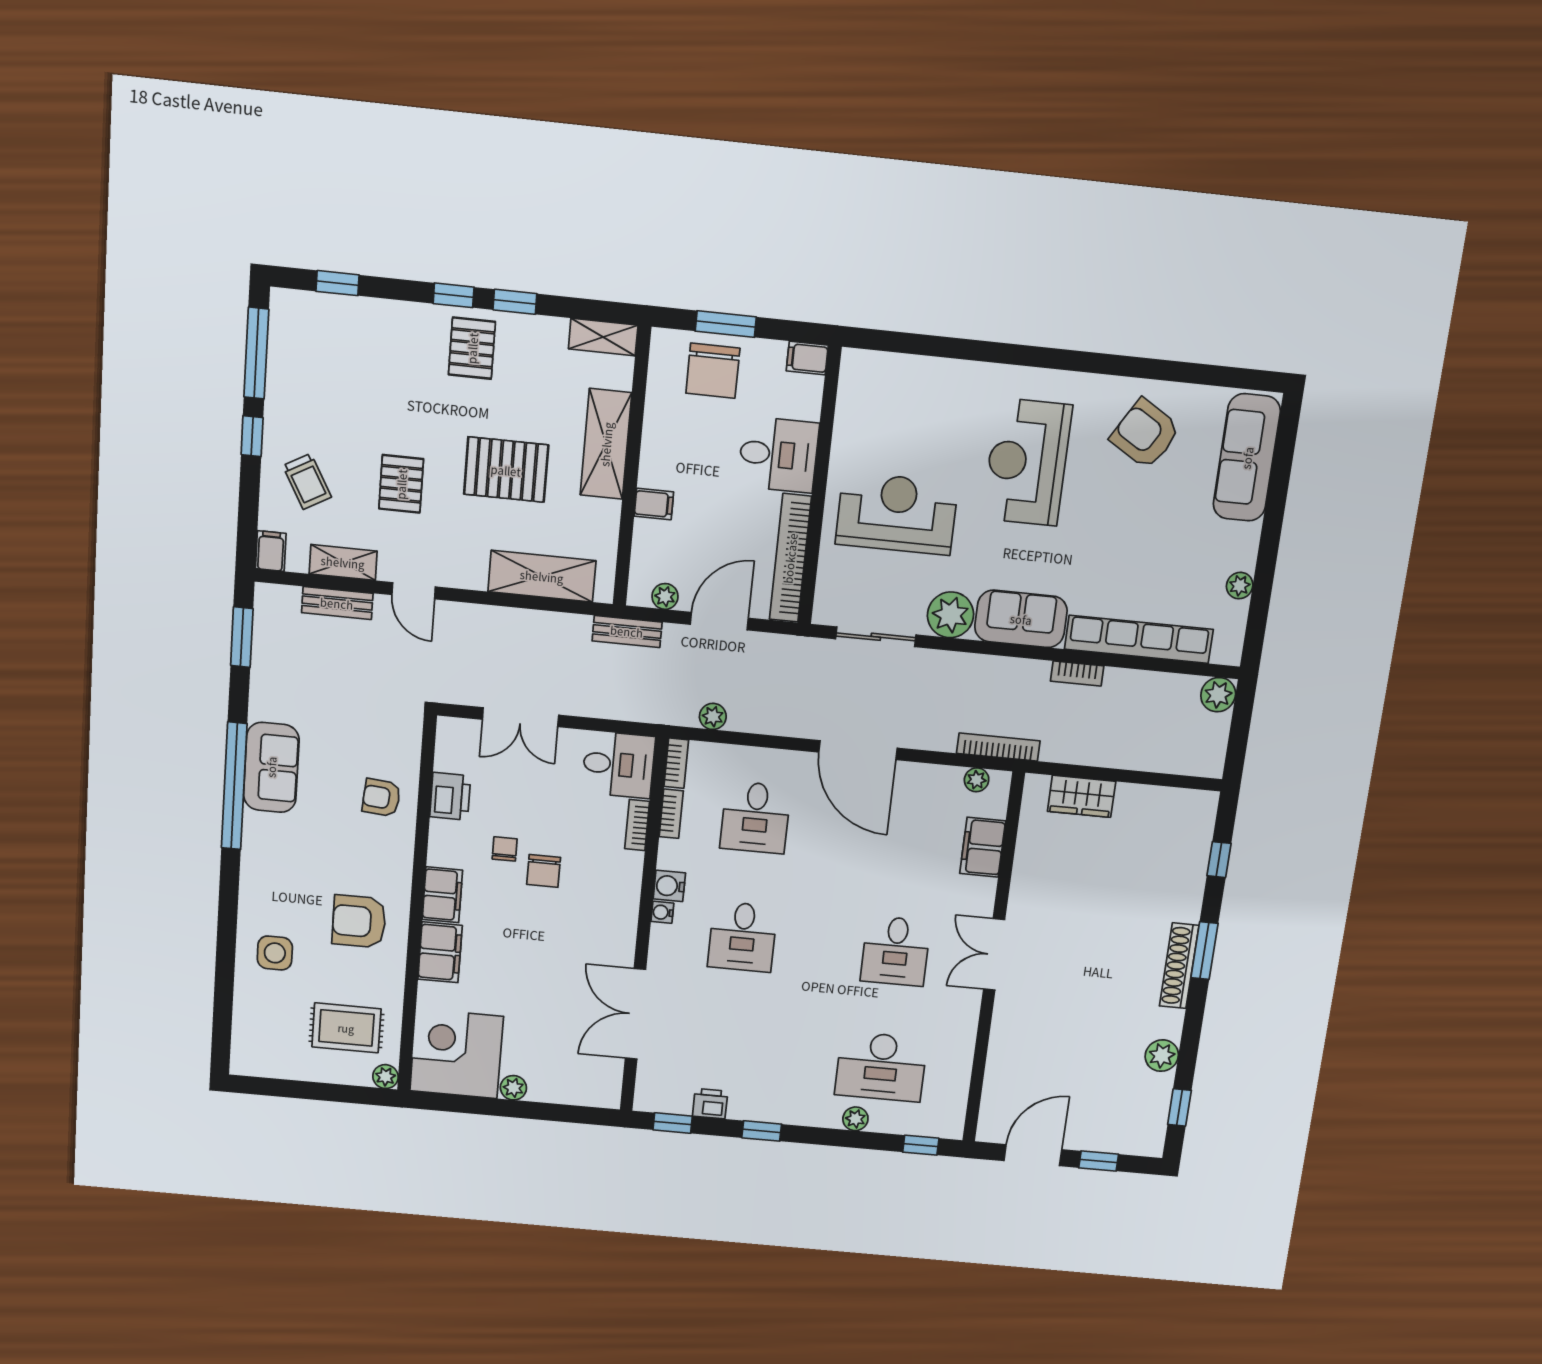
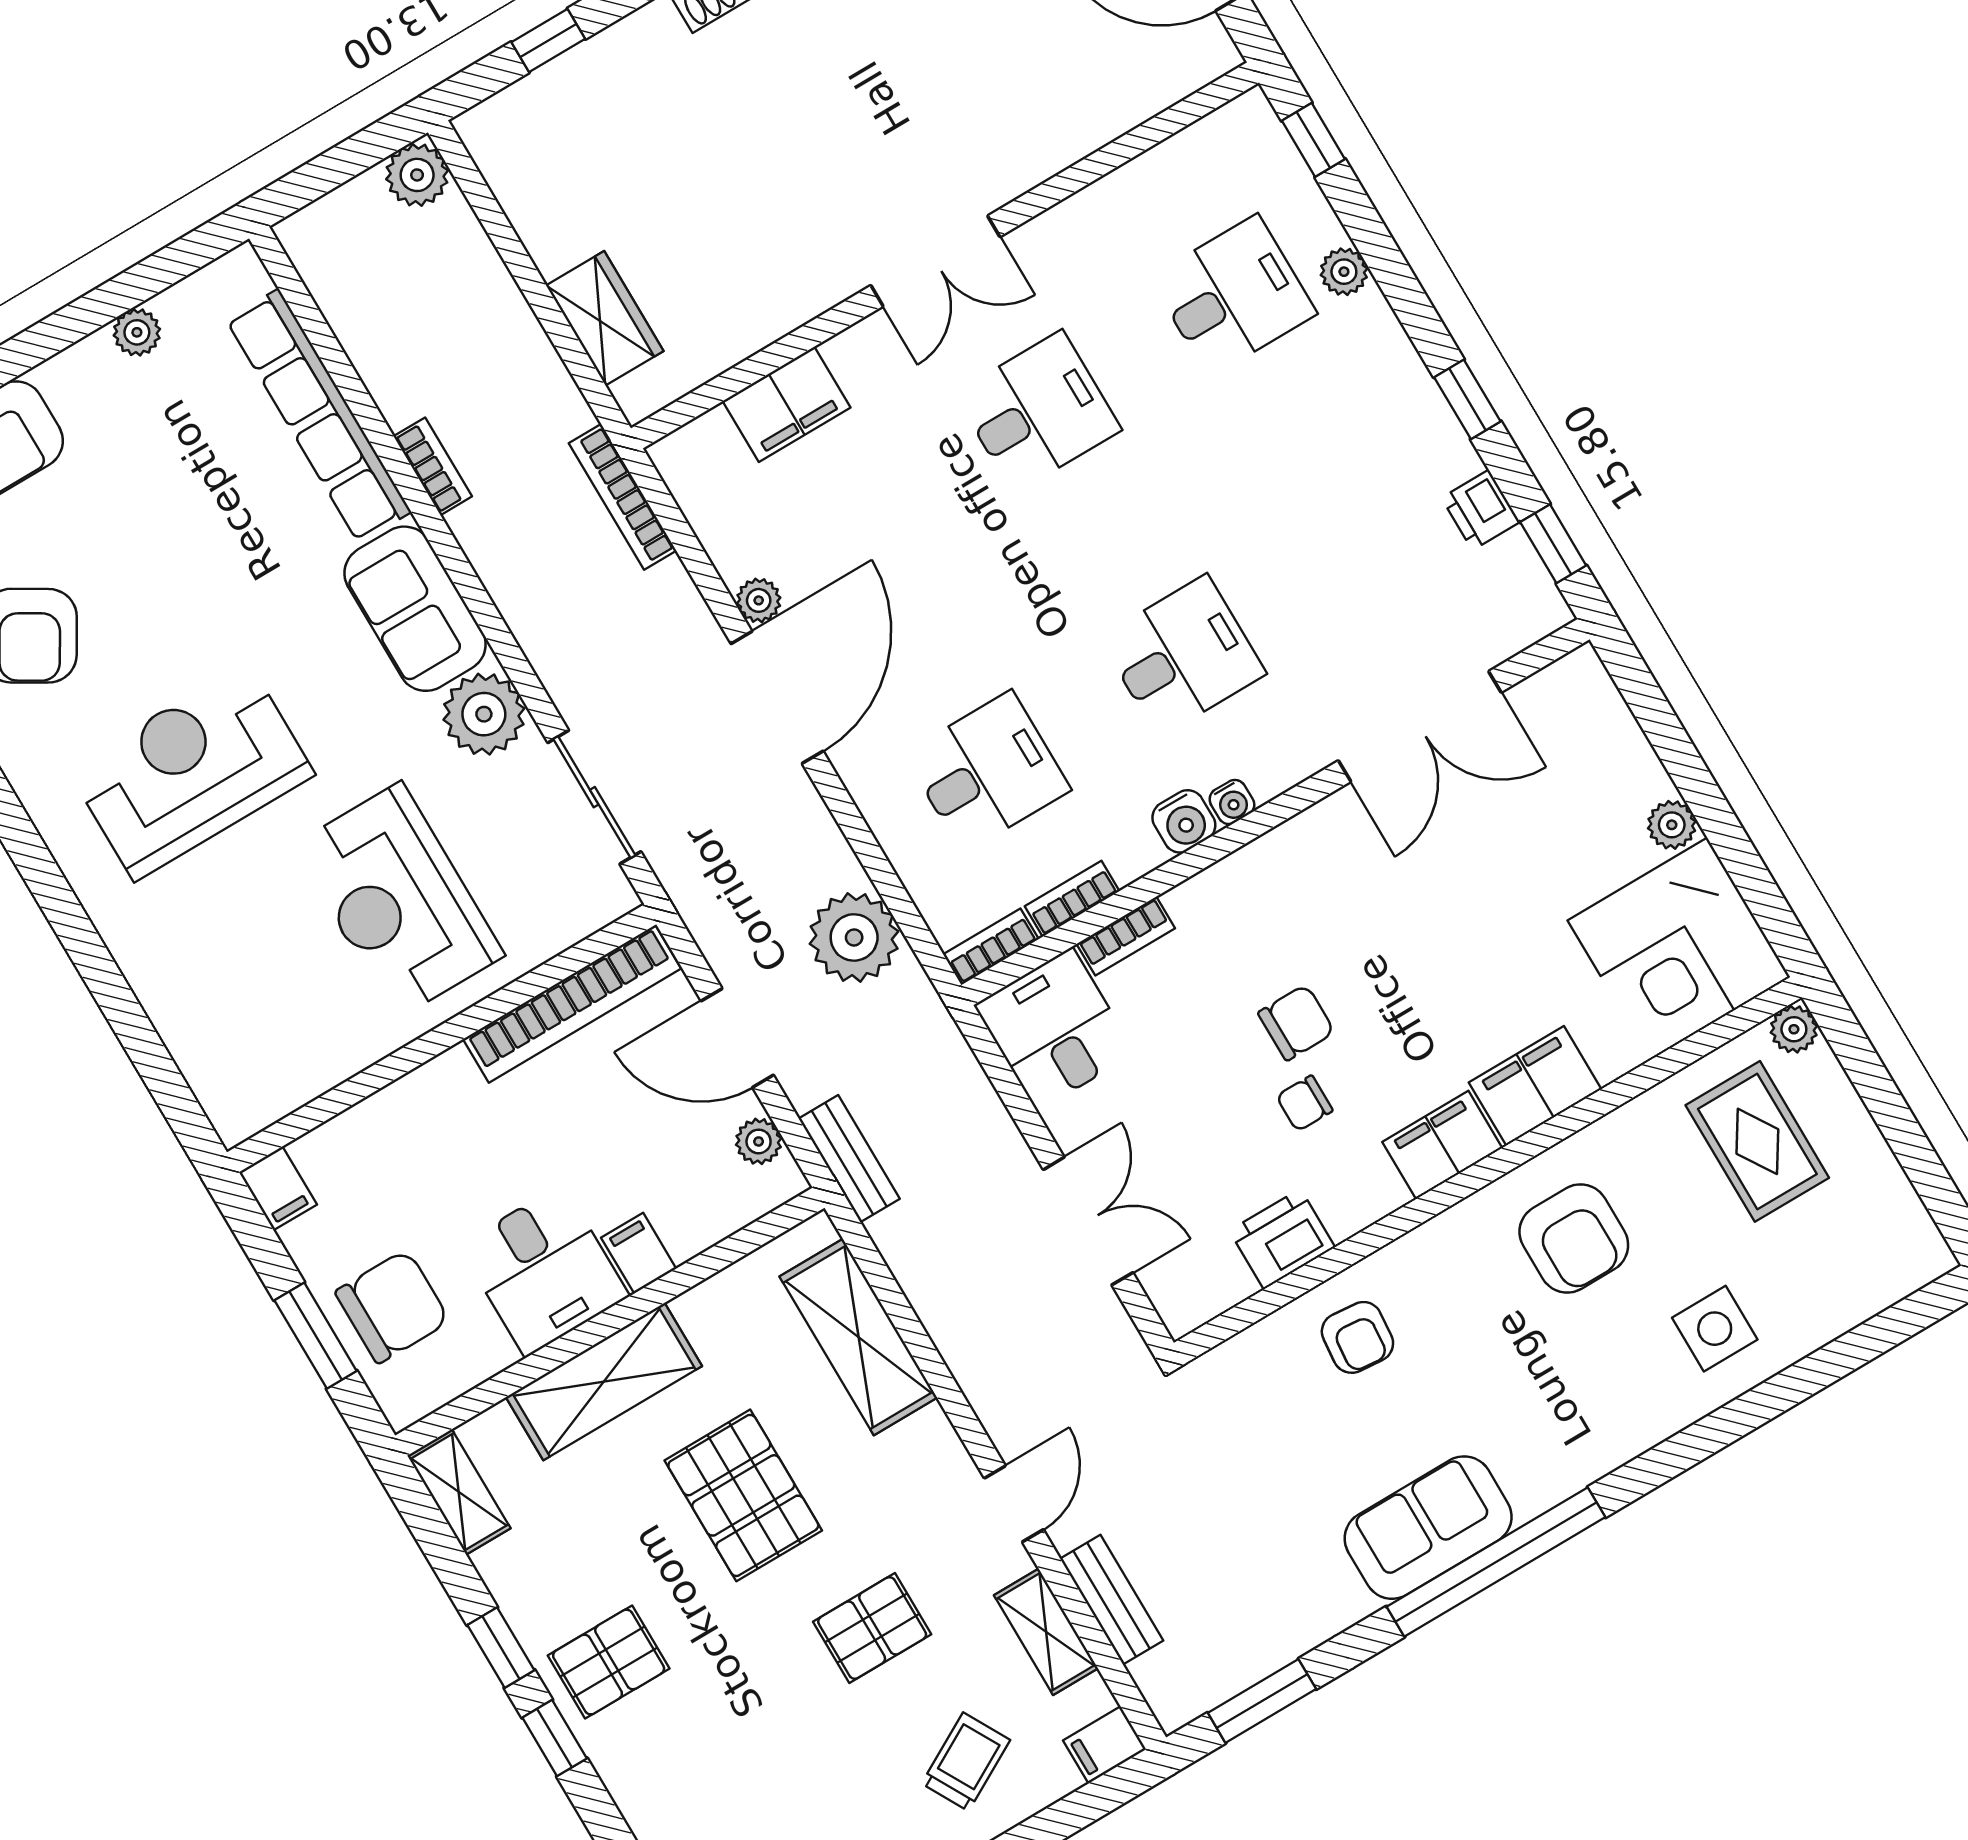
desk: (778, 455) -> (544, 1271), moved, turned 180
reception desk: (1027, 462) -> (191, 772), turned 180
plant: (1218, 695) -> (417, 175), moved
plant: (713, 716) -> (854, 937), width x1.87, depth x1.87
plant: (977, 780) -> (759, 600), moved
desk: (881, 1067) -> (1233, 296), width x0.73

